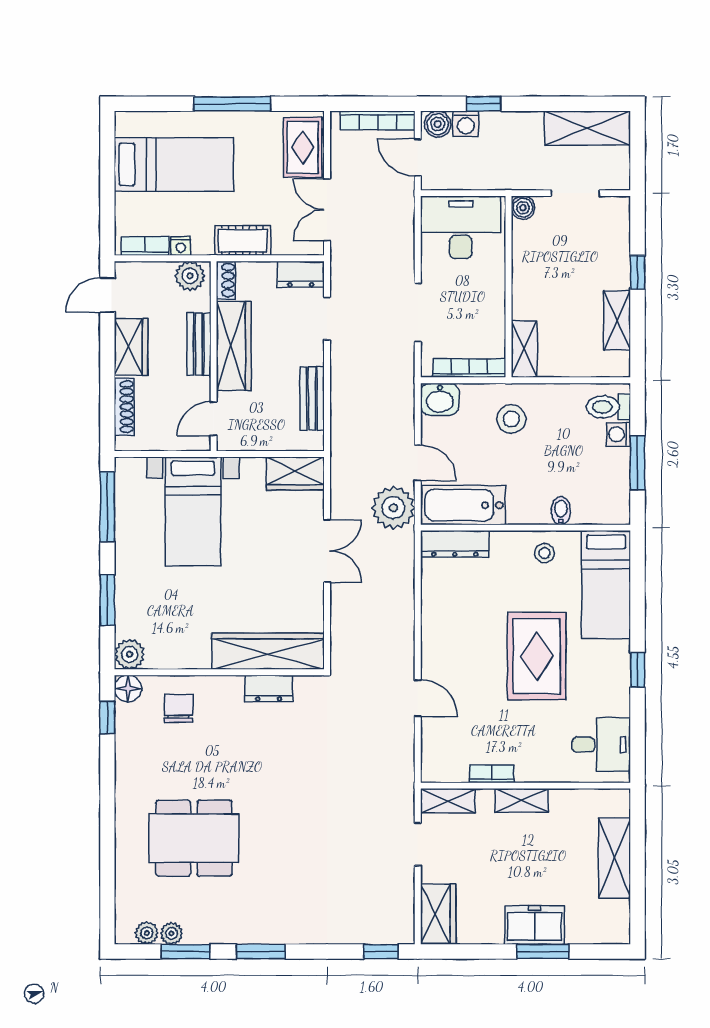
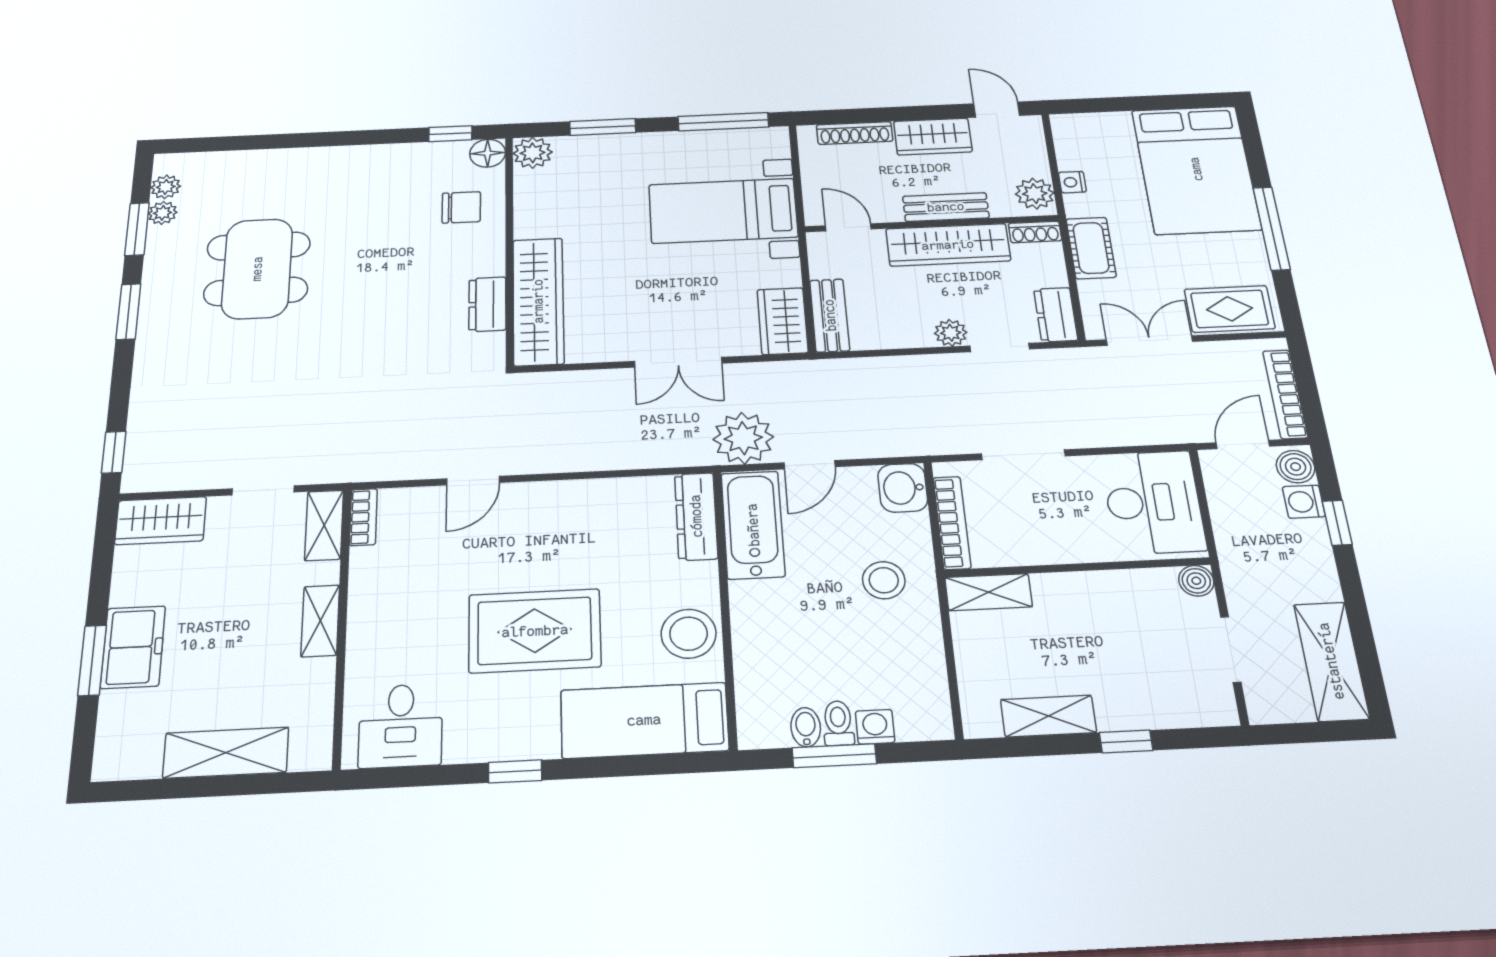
bed: (174, 164) -> (1196, 169), width x1.50
bookcase: (145, 246) -> (1066, 145), removed
plant: (312, 352) -> (951, 333), added
bench: (312, 398) -> (830, 315), moved, turned 90
toilet: (609, 407) -> (838, 723), moved, width x0.73, depth x0.72
bidet: (561, 511) -> (806, 727), moved, turned -90
stool: (544, 553) -> (689, 634), width x1.89, depth x1.89
bookcase: (492, 774) -> (363, 517), moved
dining table: (194, 838) -> (257, 269), moved

